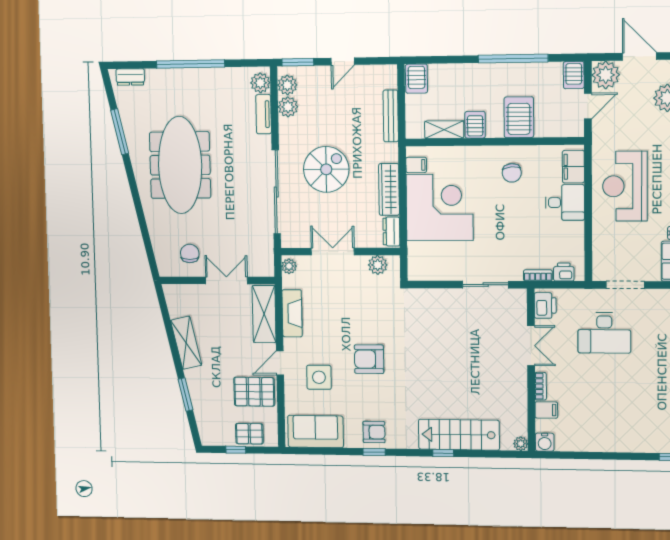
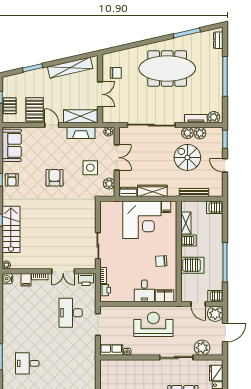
plant: (287, 85) -> (187, 133), moved
spiral stairs: (326, 169) -> (187, 157), moved, turned 180
shelving: (186, 343) -> (70, 68), width x1.47
side table: (319, 377) -> (90, 168), moved

